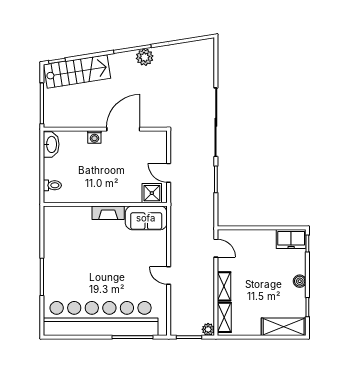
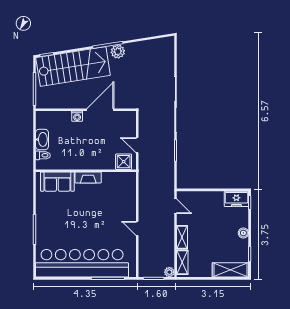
stairs: (77, 71) -> (73, 66), width x1.36, depth x1.51
washbasin: (51, 144) -> (42, 139), moved
sofa: (146, 218) -> (57, 182), moved

